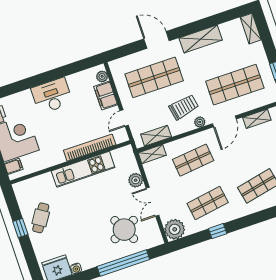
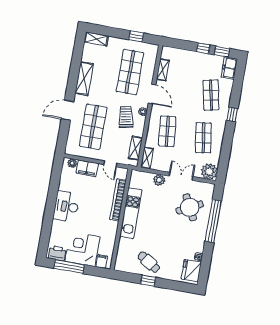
double door: (153, 202) -> (181, 176), swing flipped
window: (218, 231) -> (232, 114), moved

